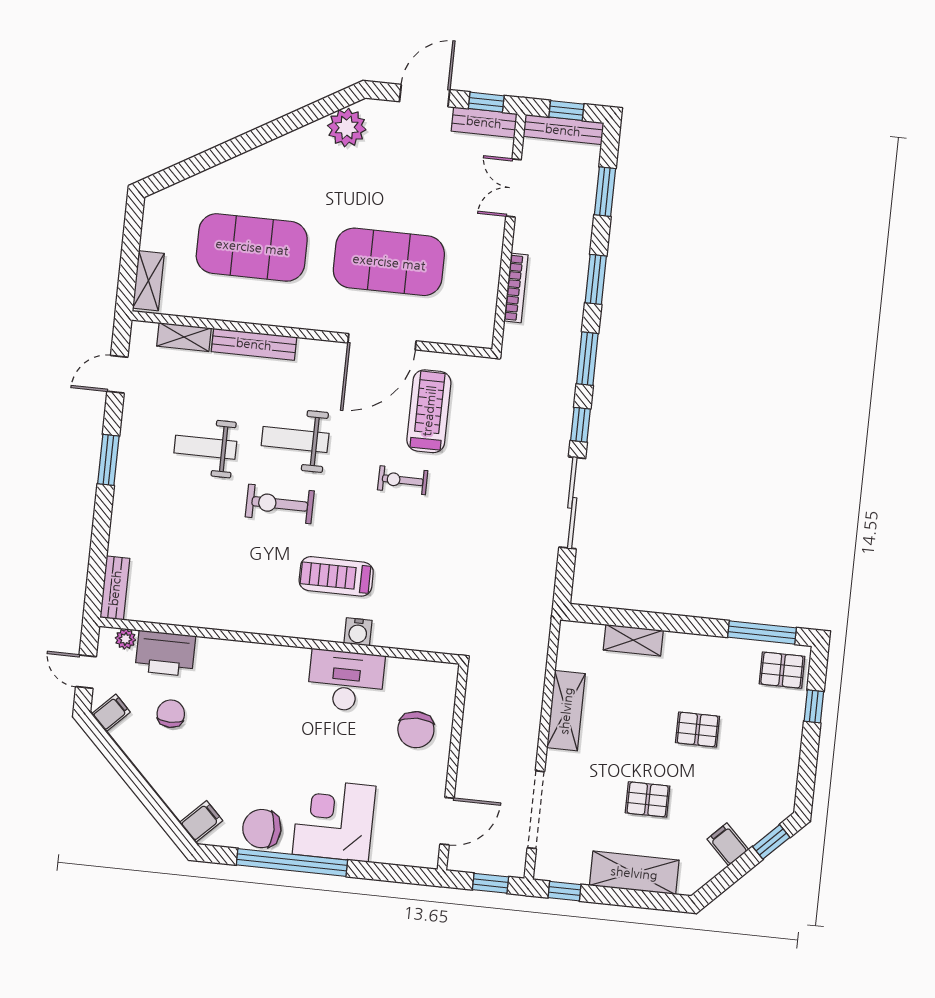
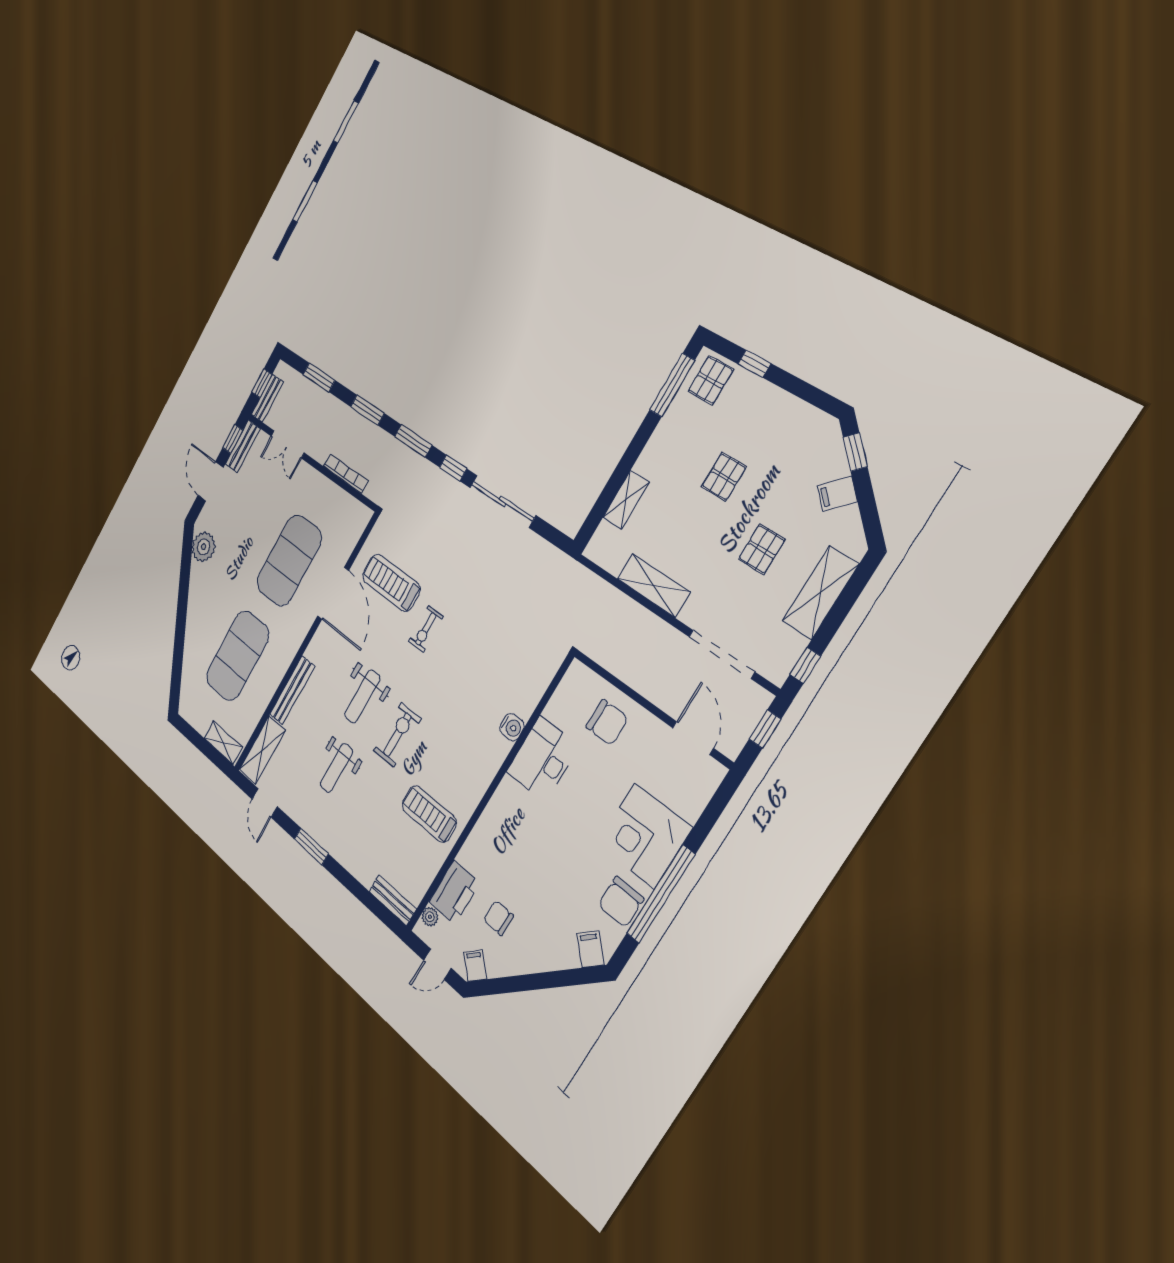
bench: (563, 130) -> (267, 398), width x0.73
shelving: (184, 337) -> (262, 750), width x1.50, depth x1.33
exercise bike: (280, 504) -> (397, 735), turned 180
treadmill: (336, 576) -> (429, 814), moved, turned 90

